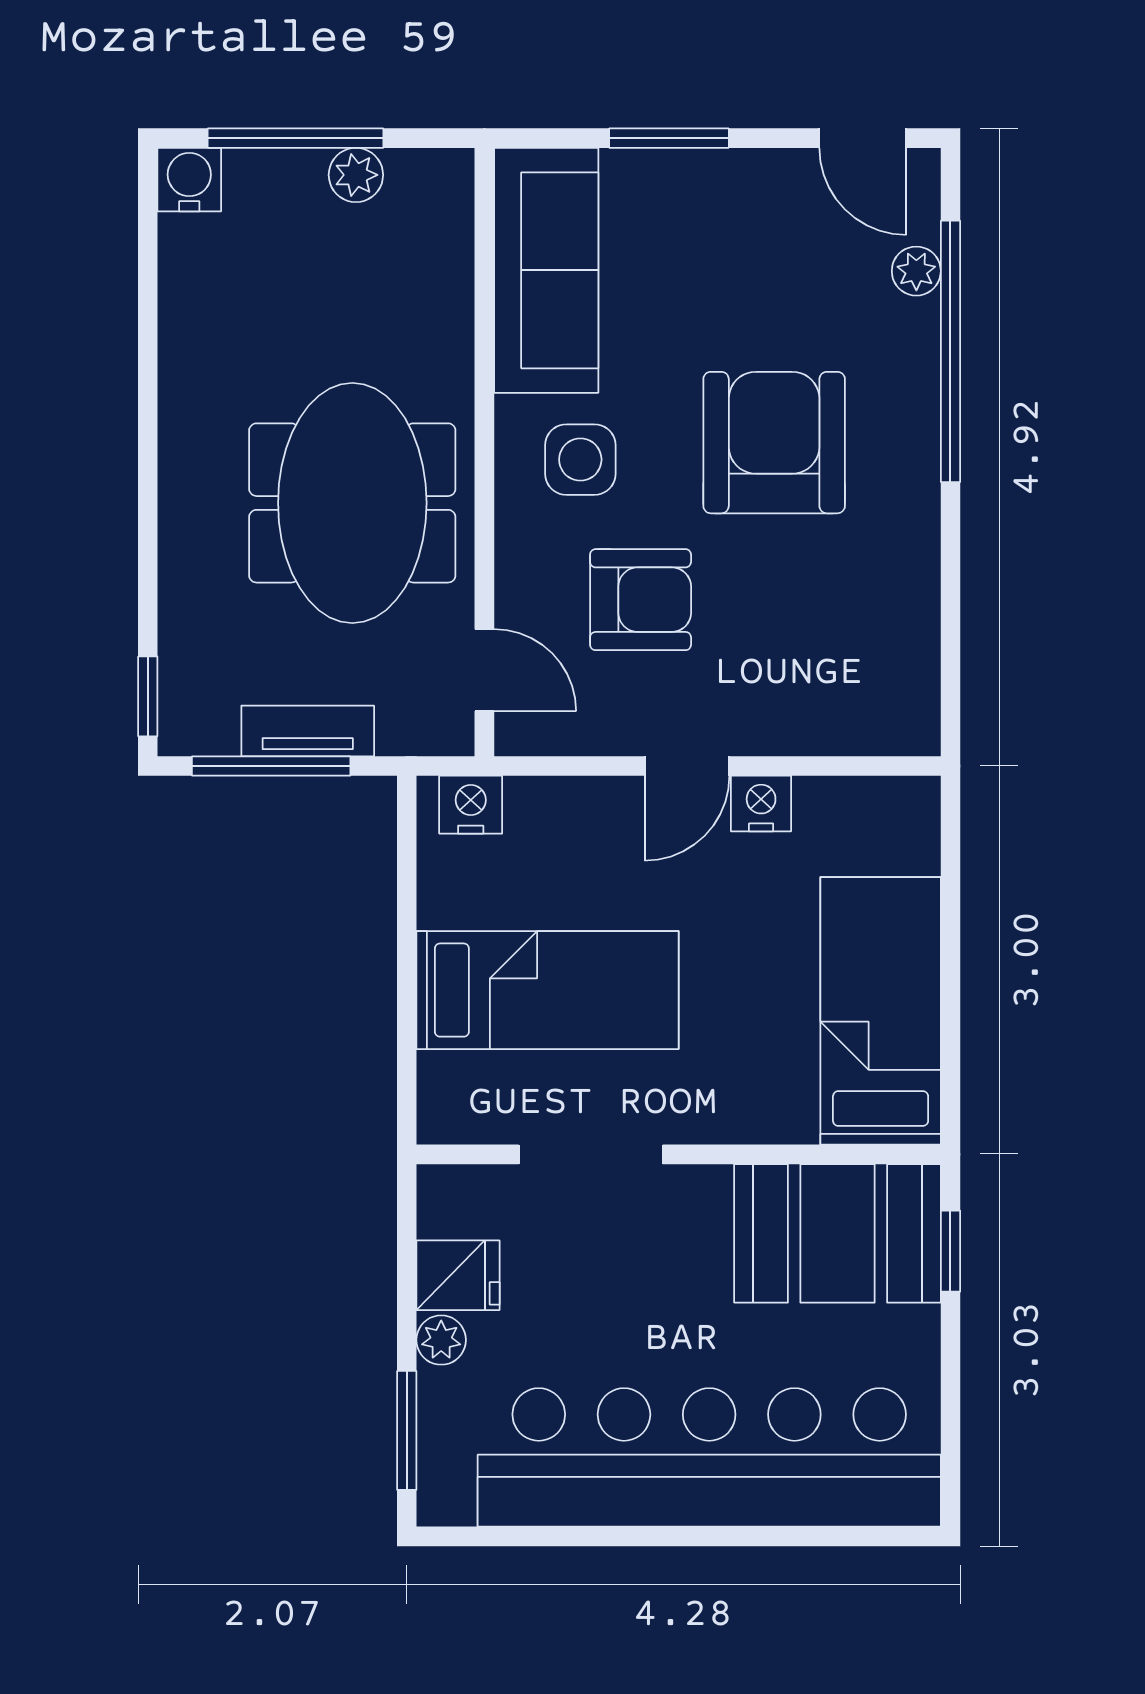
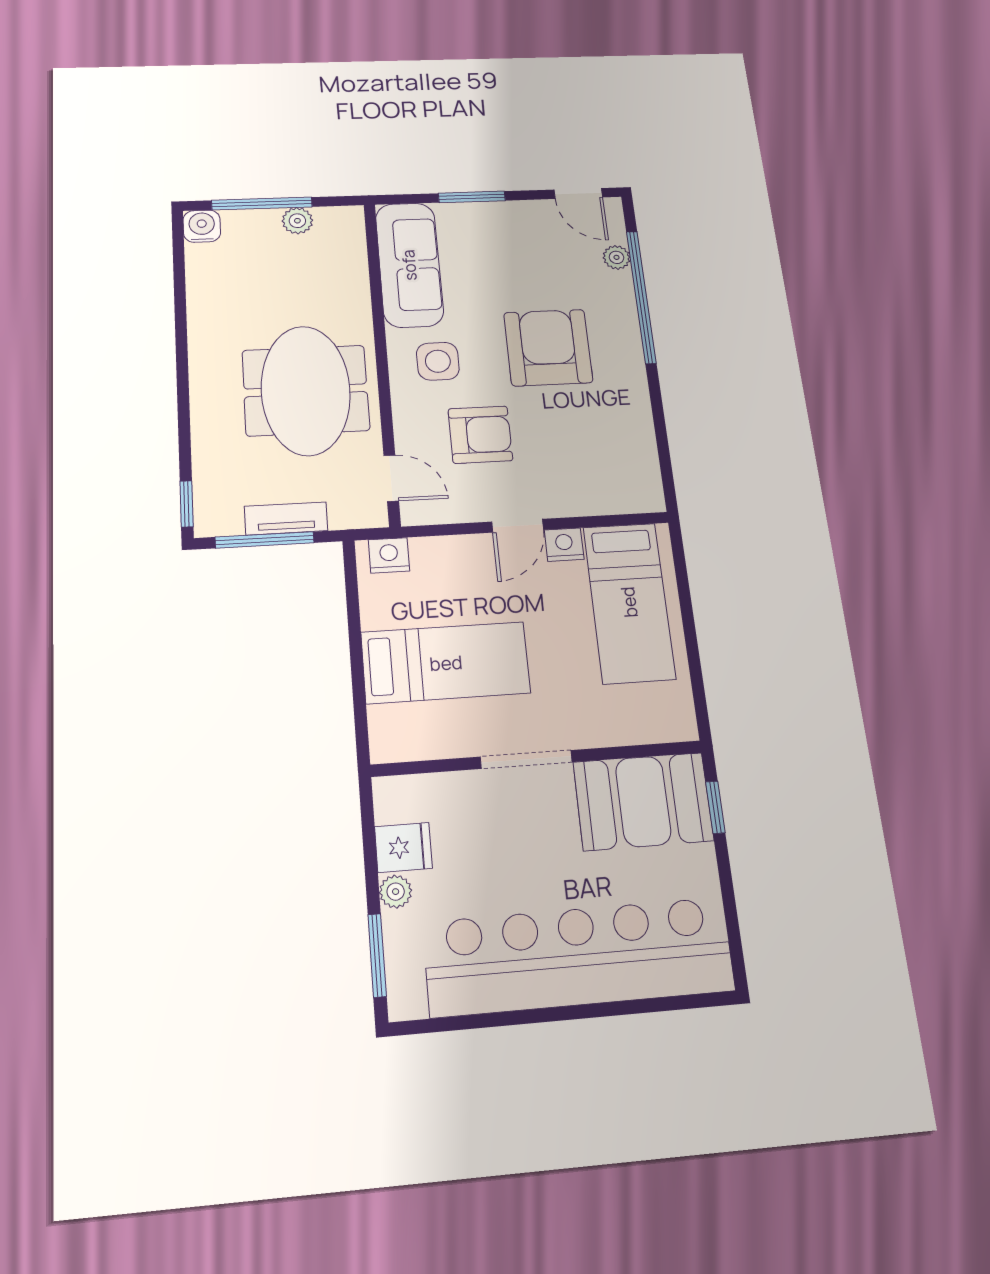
bed: (881, 1011) -> (629, 602), moved, turned 180
doorway: (591, 1154) -> (526, 759), moved

